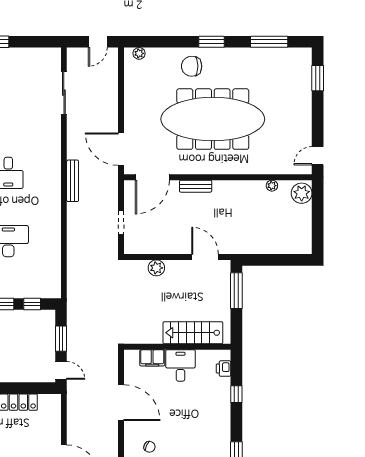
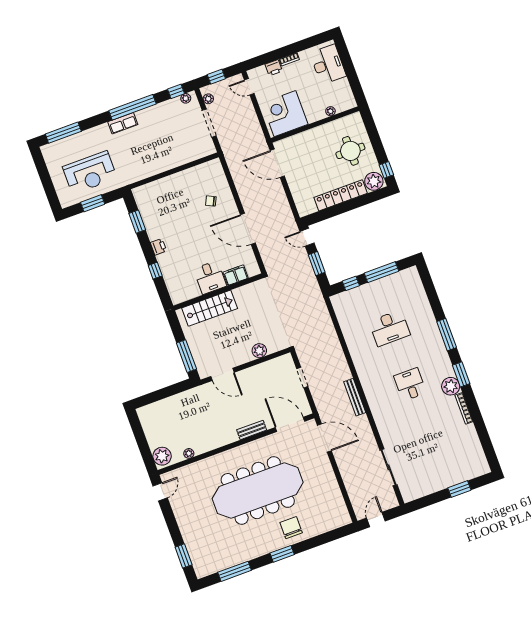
plant: (139, 53) -> (338, 522), removed
chair: (192, 66) -> (291, 528), turned -90
door: (152, 177) -> (290, 424), hinge flipped
printer: (224, 369) -> (158, 247), moved

